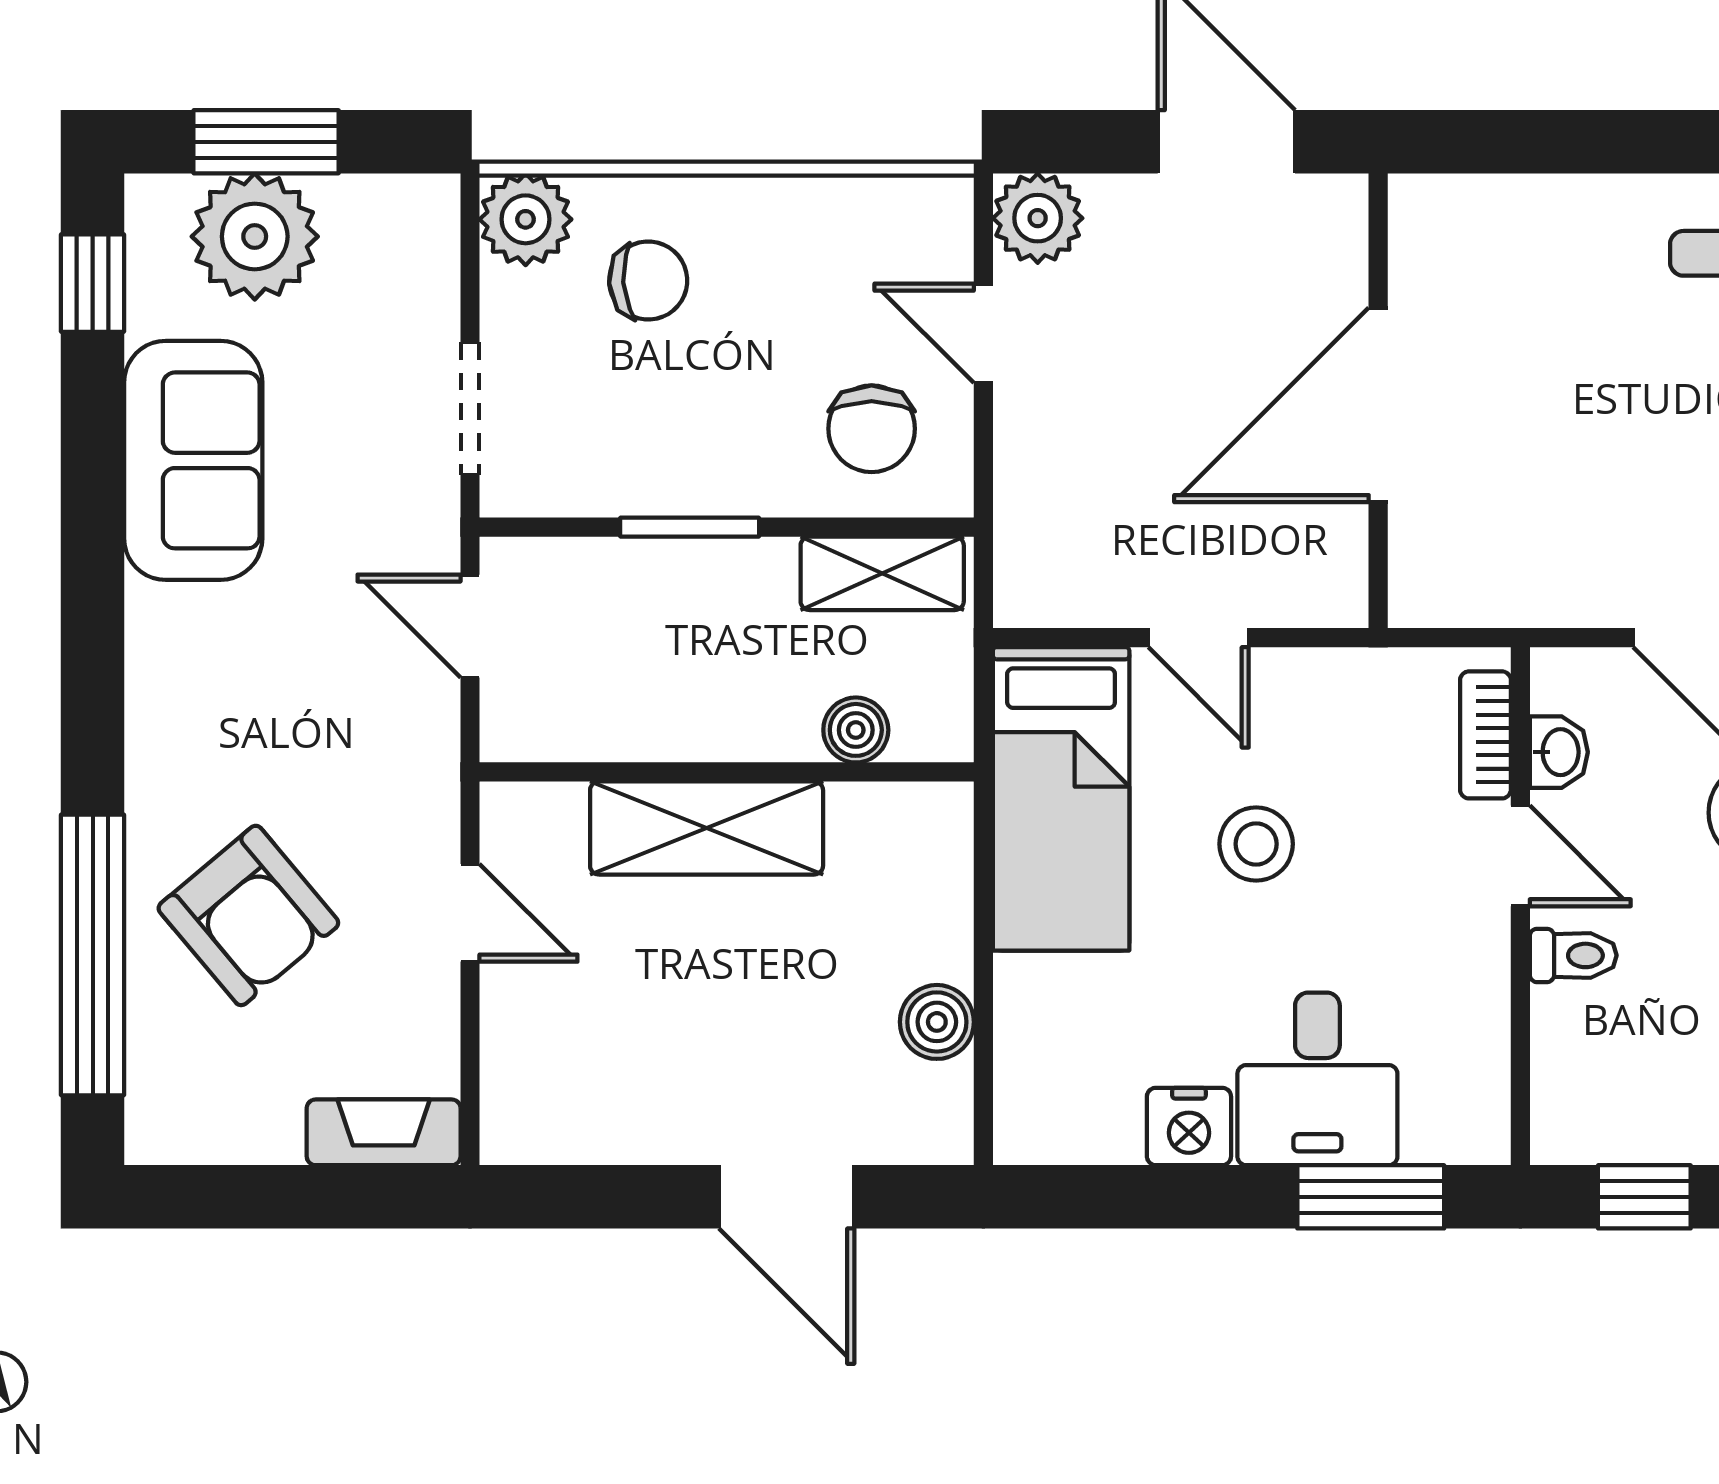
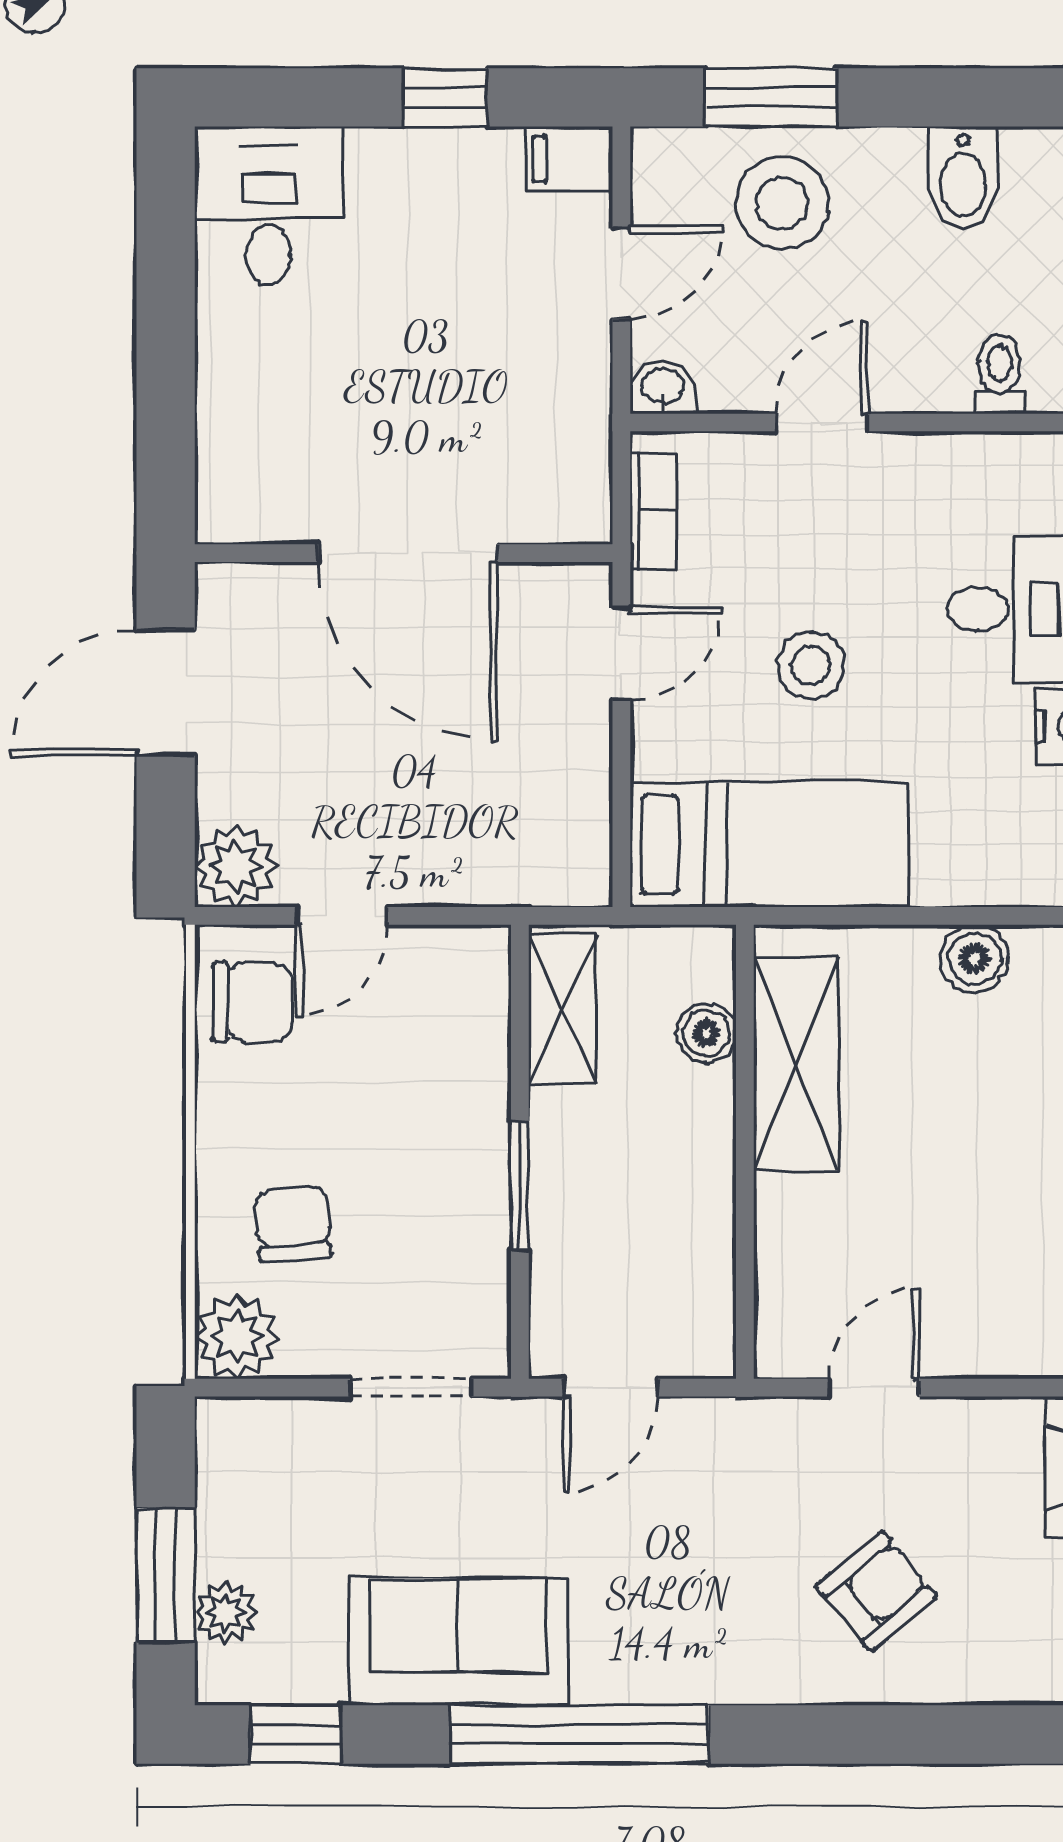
plant: (255, 236) -> (226, 1613), width x0.53, depth x0.53
chair: (872, 429) -> (252, 1002), moved
door: (1199, 638) -> (621, 653), moved
bookcase: (1485, 735) -> (653, 511), moved, turned -90
washbasin: (1559, 752) -> (663, 387), moved
shelving: (707, 828) -> (796, 1064), moved
armchair: (248, 915) -> (877, 1591), width x0.72, depth x0.72
window: (93, 955) -> (579, 1734), moved
toilet: (1573, 955) -> (999, 374), moved

